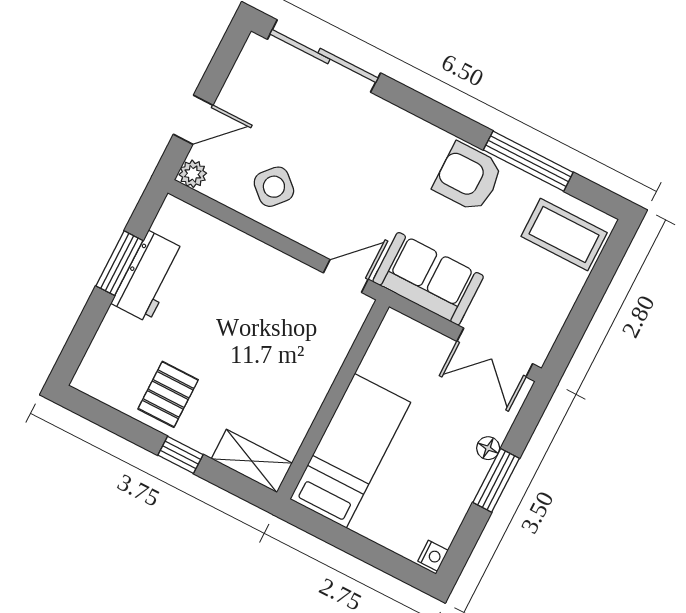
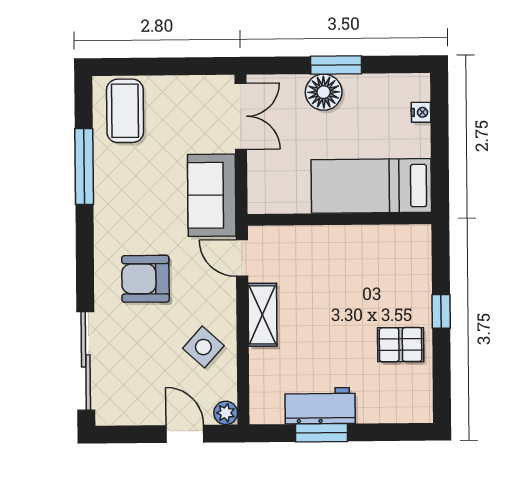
armchair: (468, 177) -> (145, 279), moved, turned 90
floor lamp: (488, 448) -> (324, 92), width x1.89, depth x1.89
shelving: (252, 461) -> (263, 315), moved
nightstand: (433, 556) -> (421, 112), moved, turned 90

